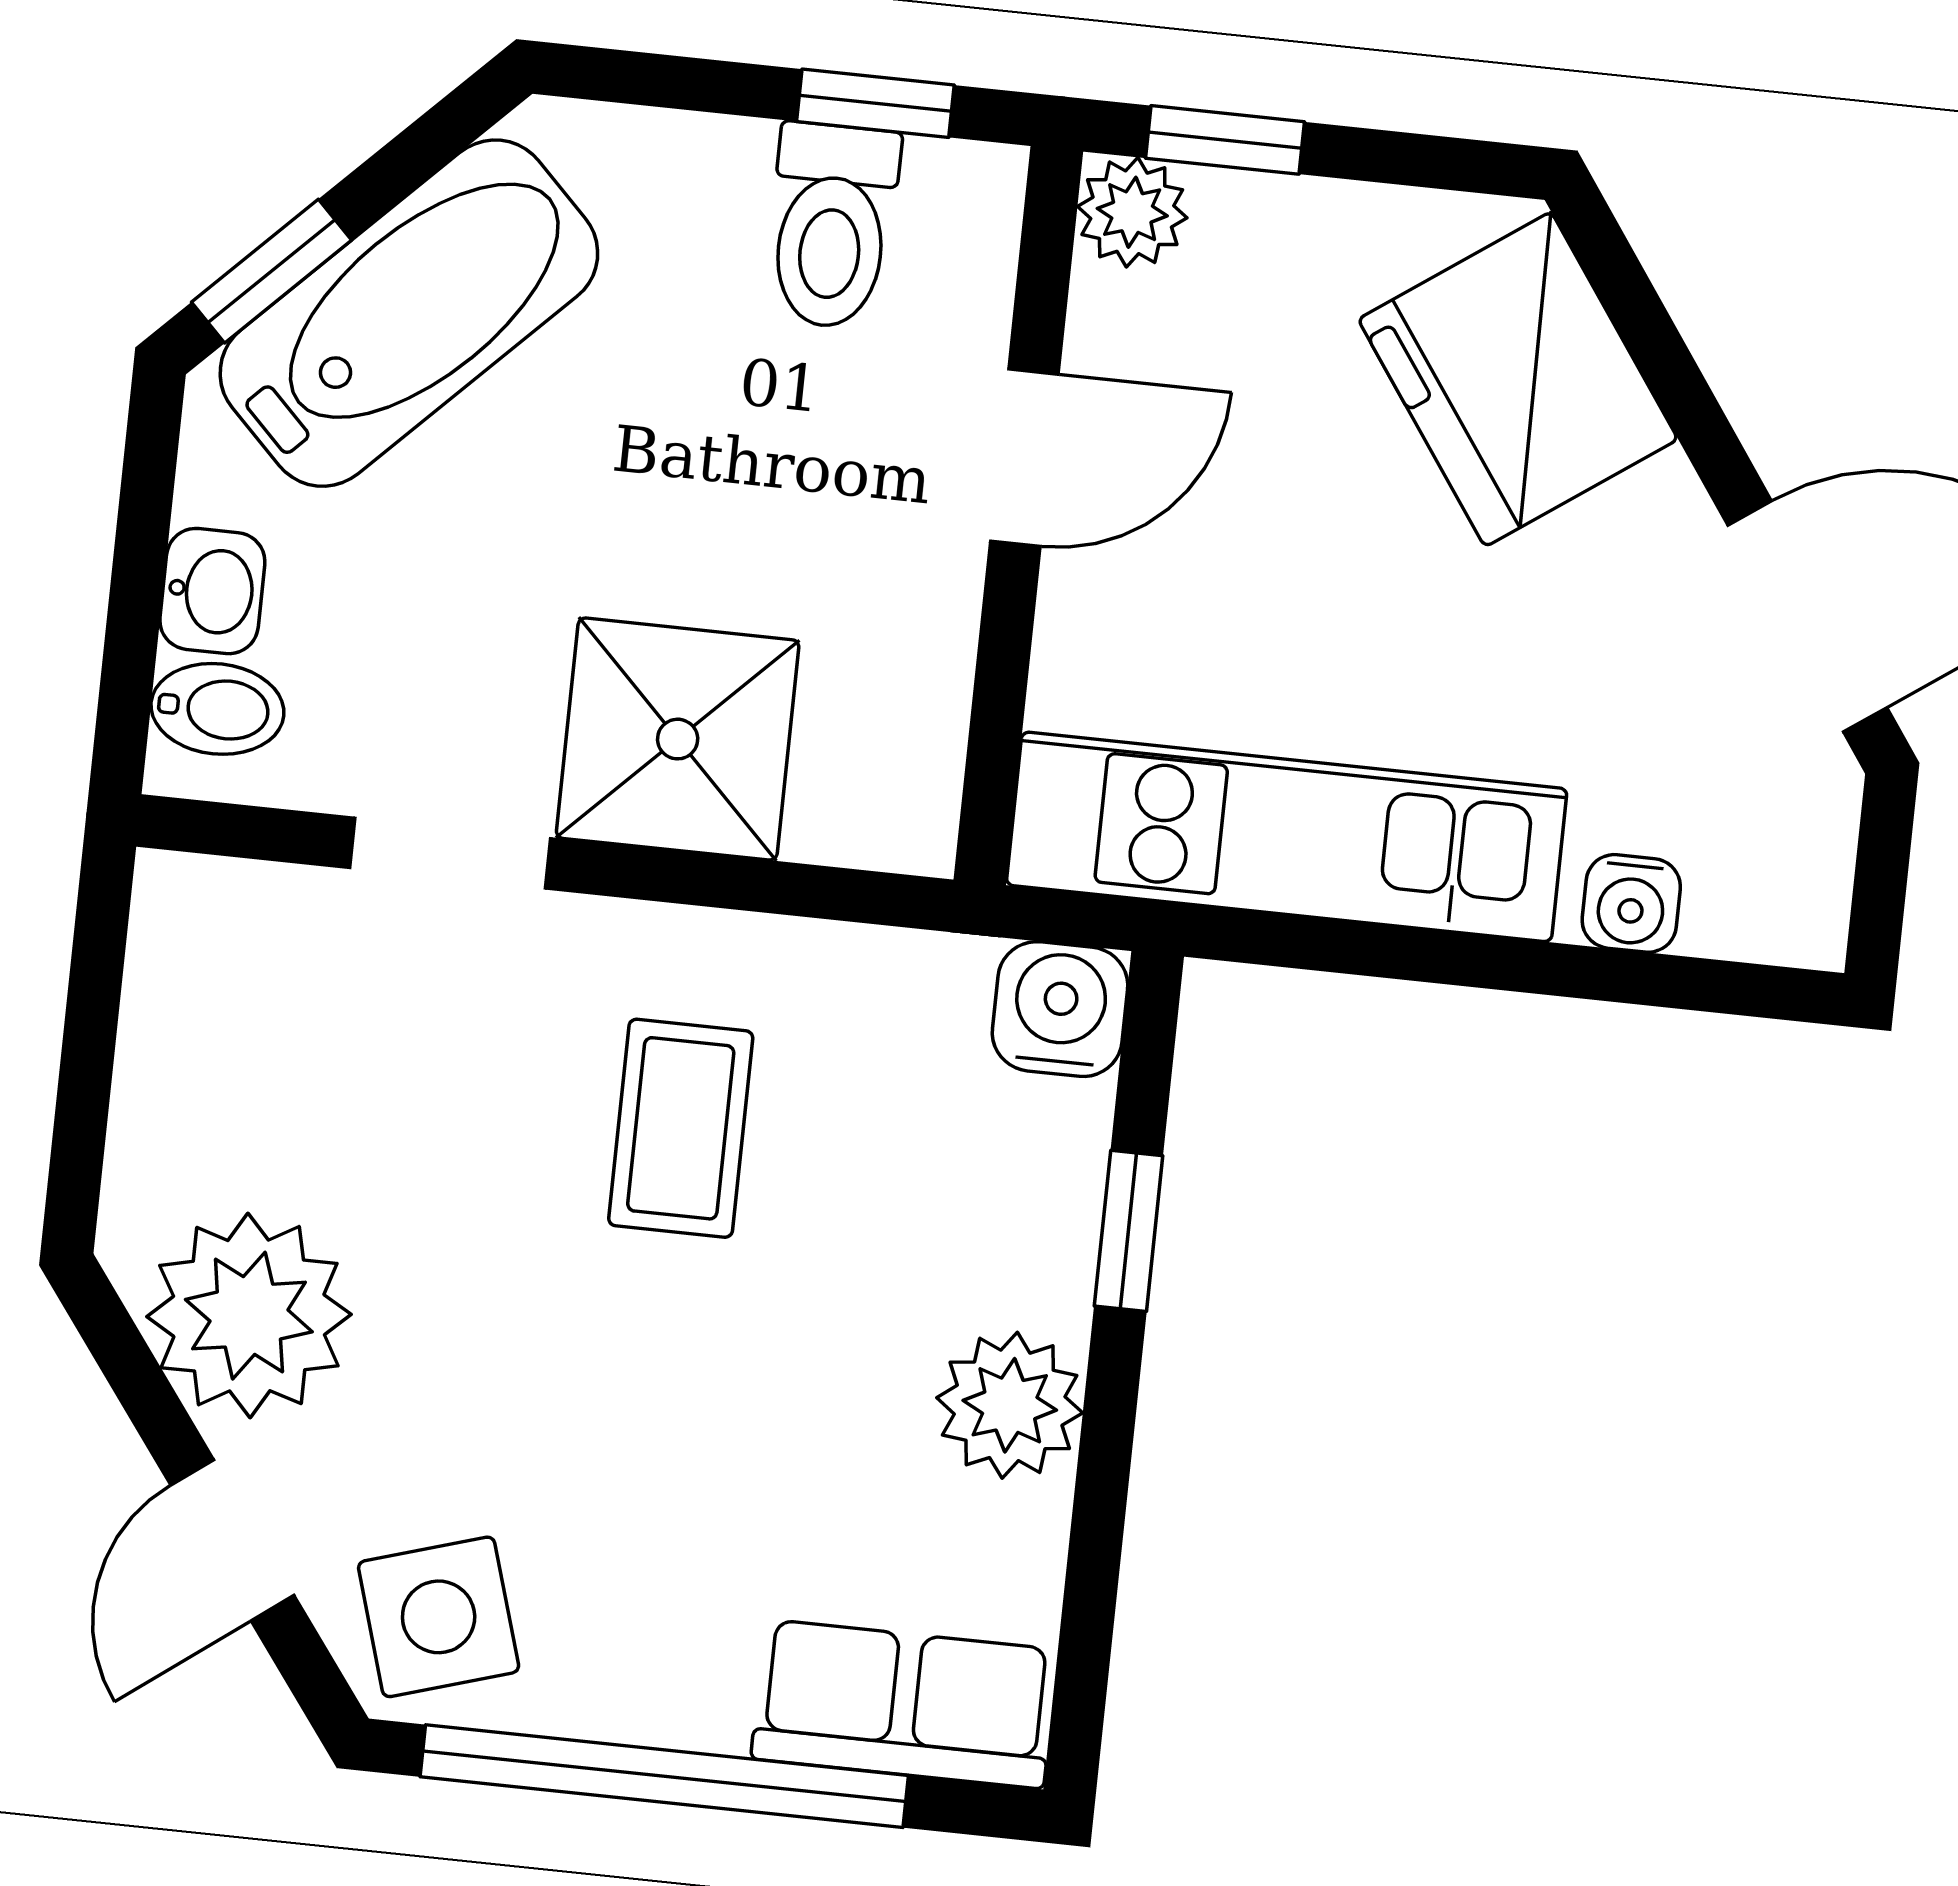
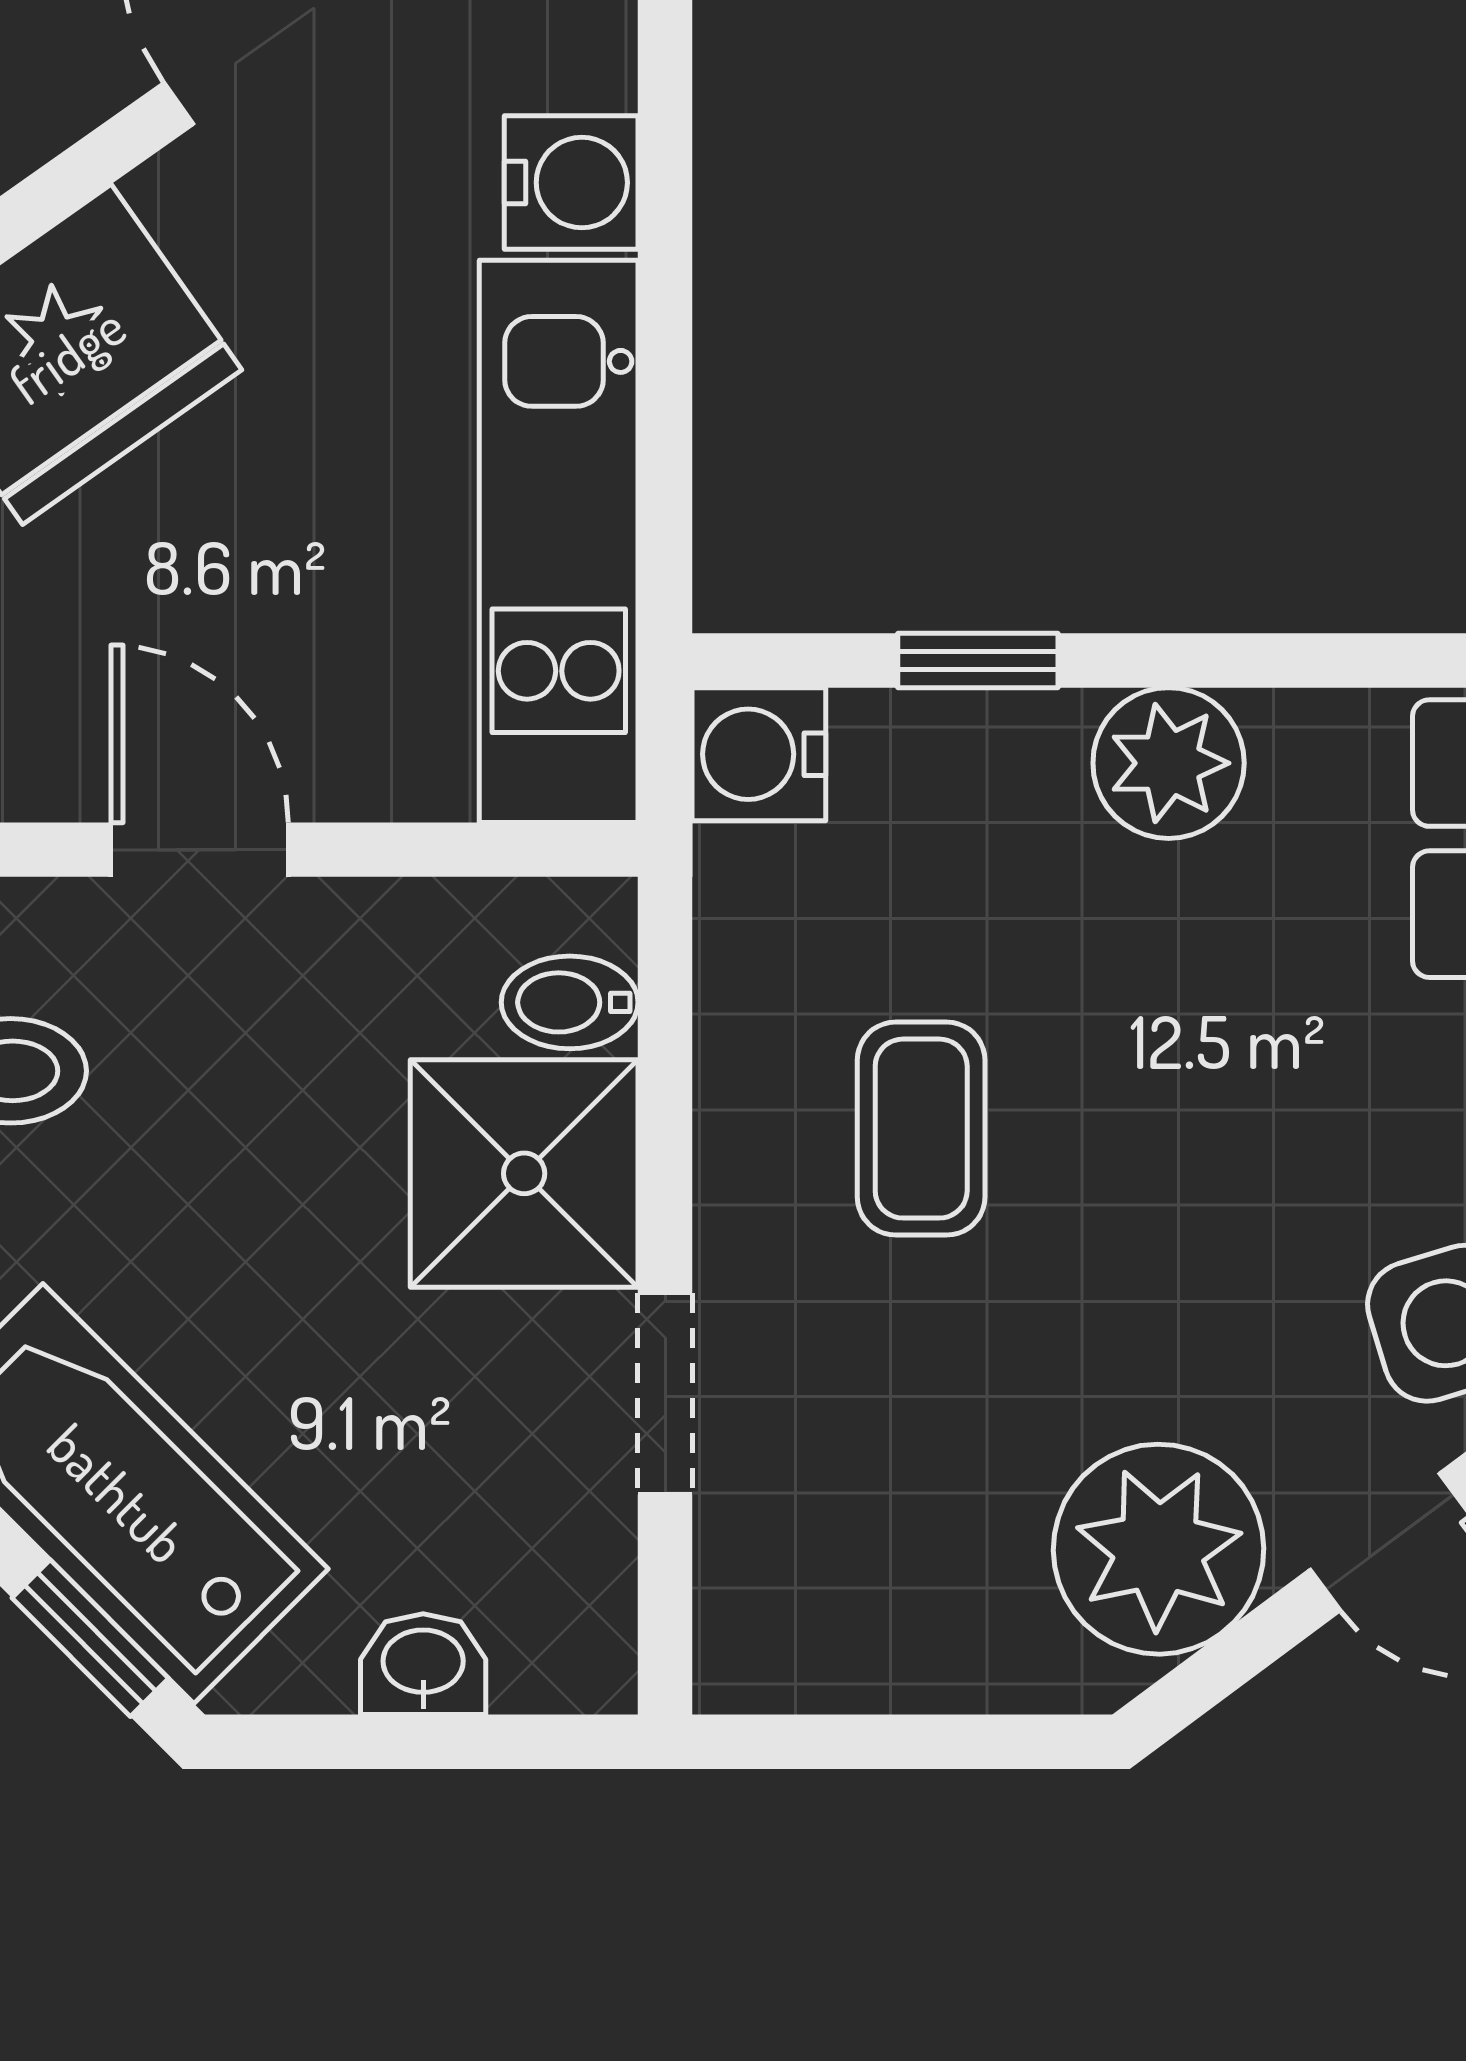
bidet: (217, 709) -> (570, 1002), moved, turned -90
water cooler: (1631, 903) -> (571, 183), width x1.38, depth x1.38
coffee table: (681, 1128) -> (921, 1129), turned 90

